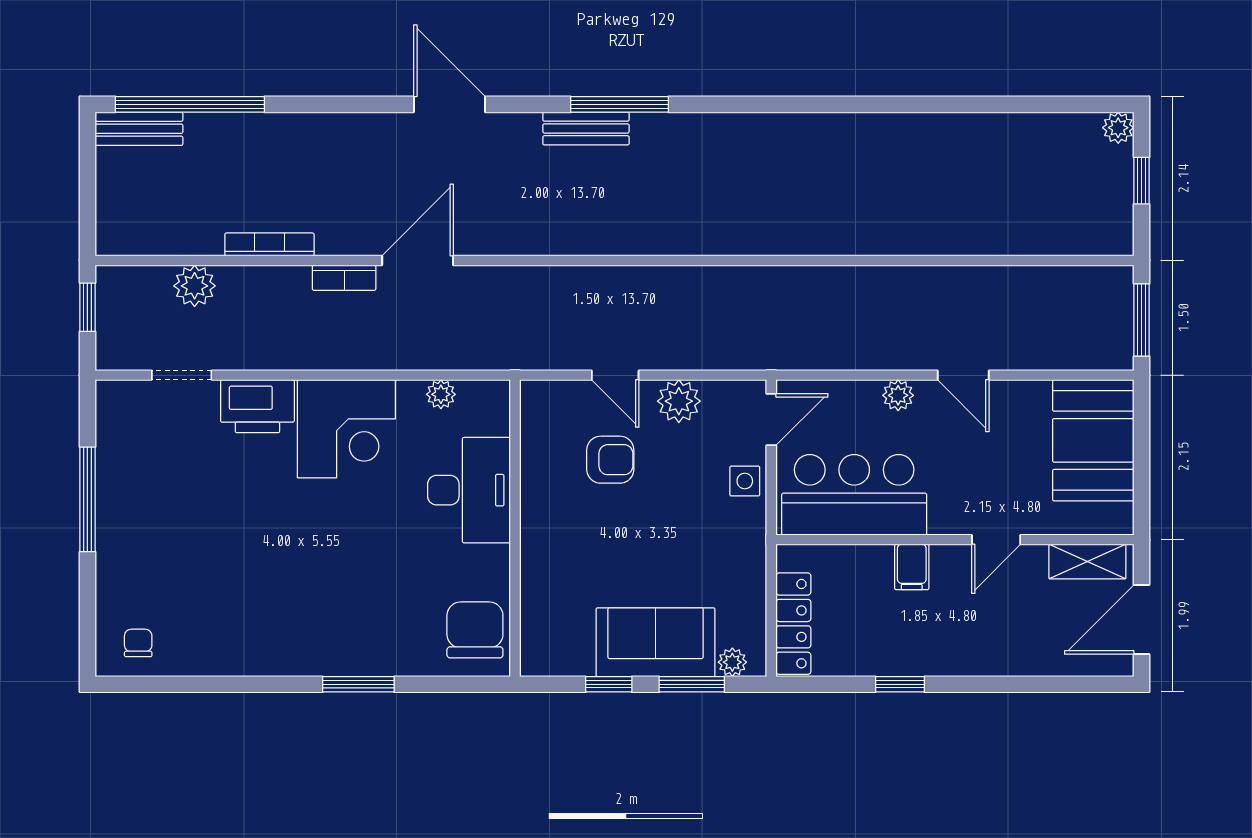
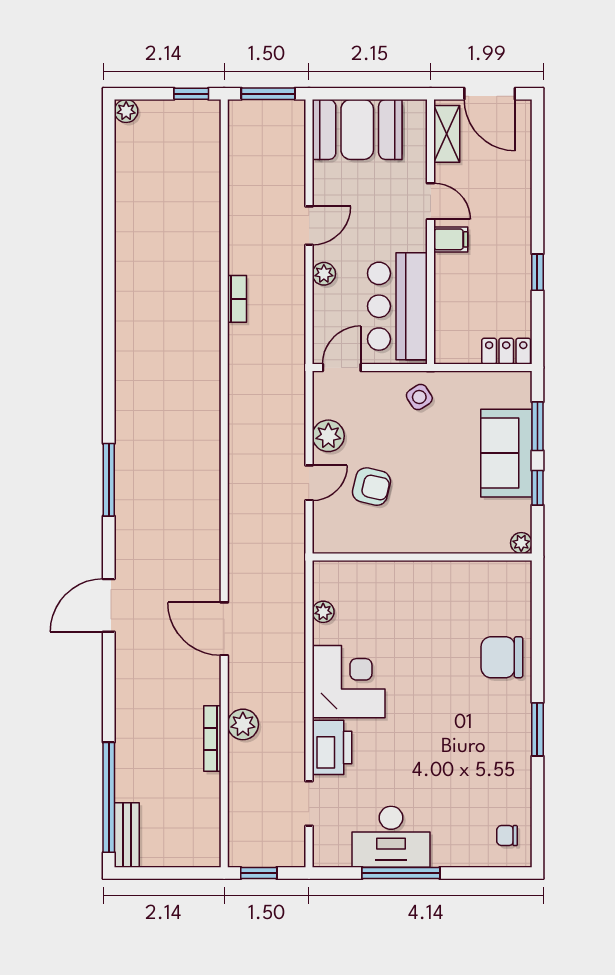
bench: (586, 128) -> (127, 505), removed
window: (1142, 181) -> (191, 94), moved
bookcase: (344, 278) -> (237, 299), moved
plant: (195, 286) -> (243, 724), moved
door: (771, 420) -> (342, 367), hinge flipped
armchair: (610, 460) -> (371, 487), turned 103
side table: (745, 481) -> (419, 397), moved, turned -33
desk: (469, 490) -> (391, 837), moved, turned 180
filing cabinet: (912, 567) -> (451, 239), moved
locker: (793, 624) -> (506, 351), width x0.66
chair: (475, 630) -> (502, 657), moved
plant: (732, 662) -> (521, 543), moved
window: (358, 684) -> (537, 729), moved

